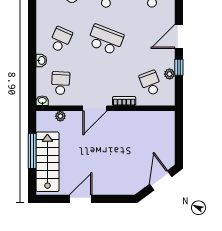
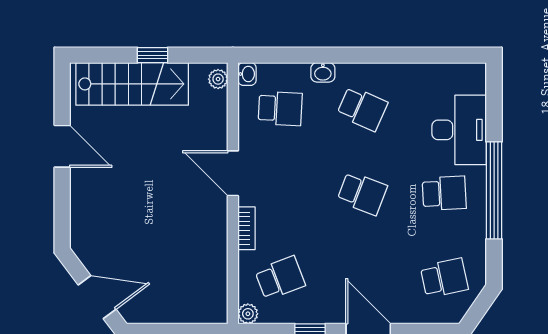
school desk: (106, 40) -> (362, 193), width x0.54
plant: (170, 74) -> (248, 314), moved
plant: (60, 116) -> (218, 79), moved
window: (32, 151) -> (152, 55), width x0.46

